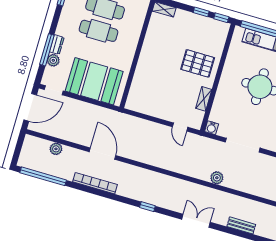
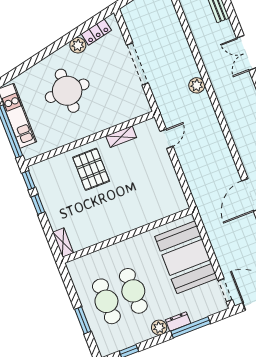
plant: (53, 60) -> (159, 328), moved
water cooler: (212, 128) -> (144, 107), removed
plant: (217, 178) -> (197, 85), moved

